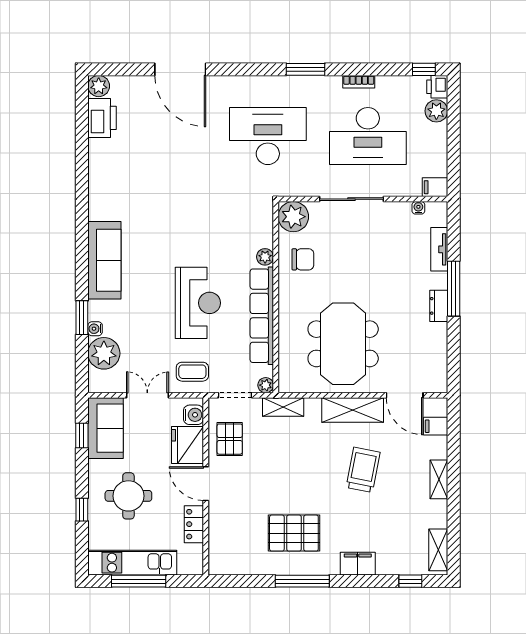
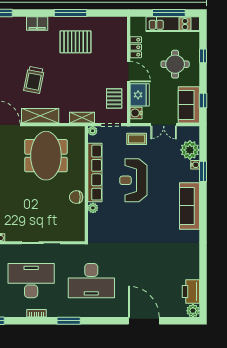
plant: (293, 217) -> (76, 232), removed
chair: (303, 259) -> (76, 197), moved

